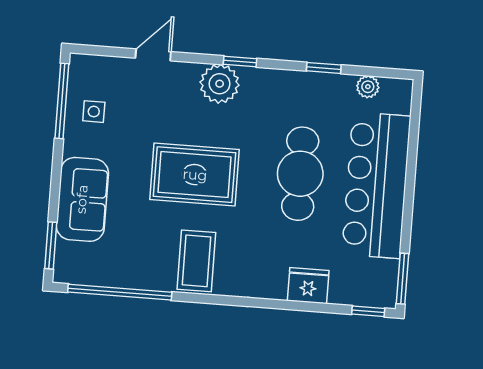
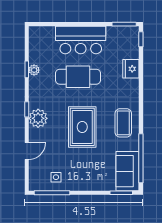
door: (153, 55) -> (27, 151), swing flipped
plant: (368, 87) -> (34, 70), moved
bar counter: (376, 185) -> (81, 40), width x0.73
sofa: (82, 199) -> (128, 171), moved, turned -90
coffee table: (196, 261) -> (123, 123), turned 90

